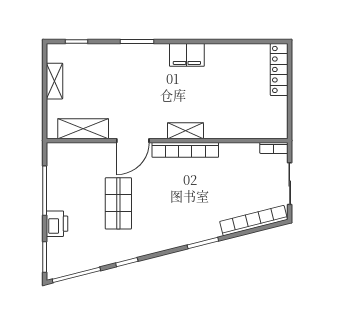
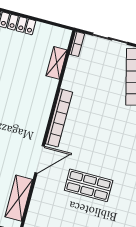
shelving: (185, 131) -> (57, 63), moved
door: (133, 141) -> (40, 159), hinge flipped

